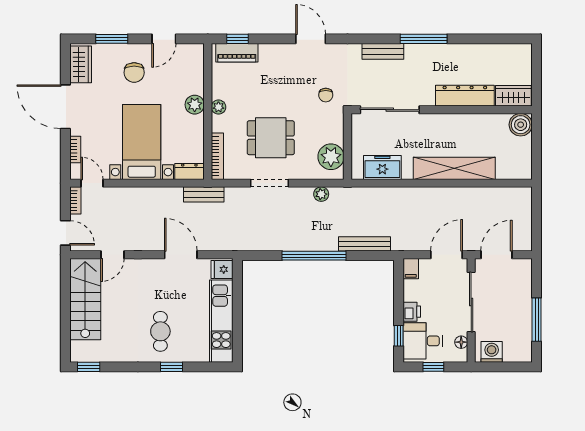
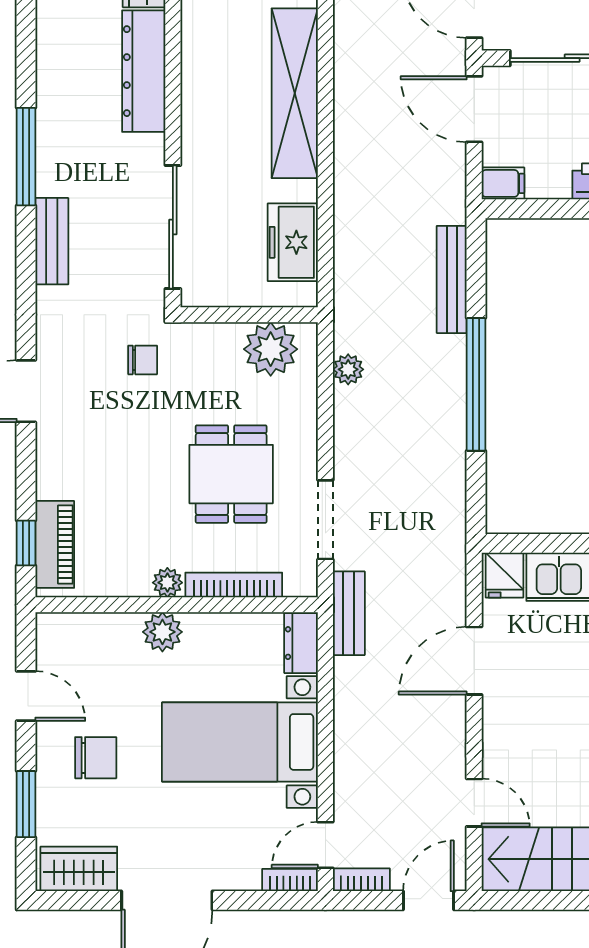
bookcase: (75, 150) -> (290, 880), moved
bookcase: (217, 156) -> (234, 585), moved
doorway: (270, 183) -> (325, 520), moved

